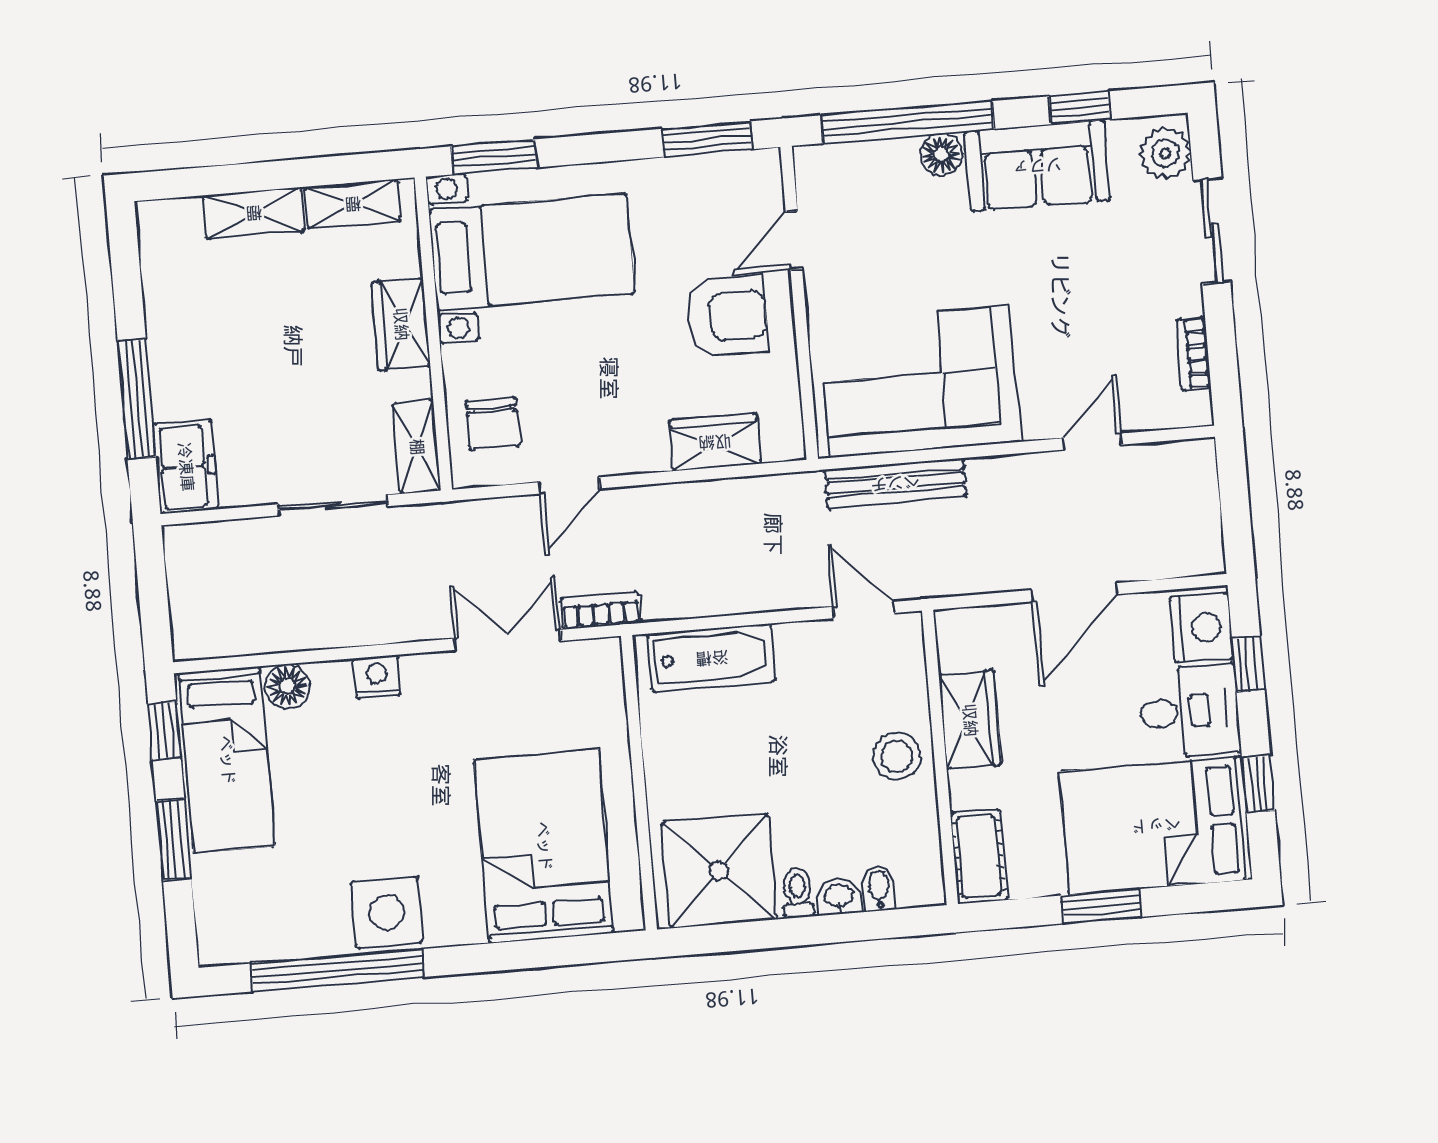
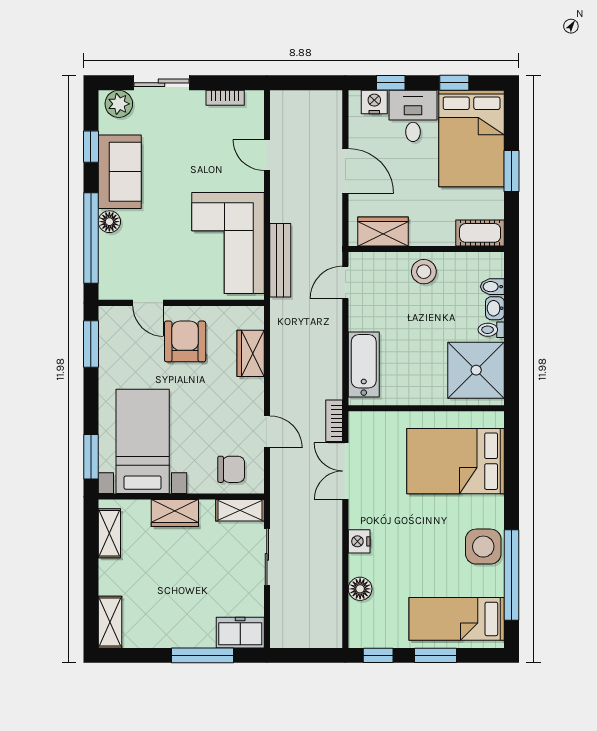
shelving: (254, 213) -> (110, 622), moved
nightstand: (1201, 628) -> (374, 102), width x0.74, depth x0.75
wardrobe: (970, 720) -> (383, 232), moved
bed: (227, 760) -> (457, 619), moved, turned 180

